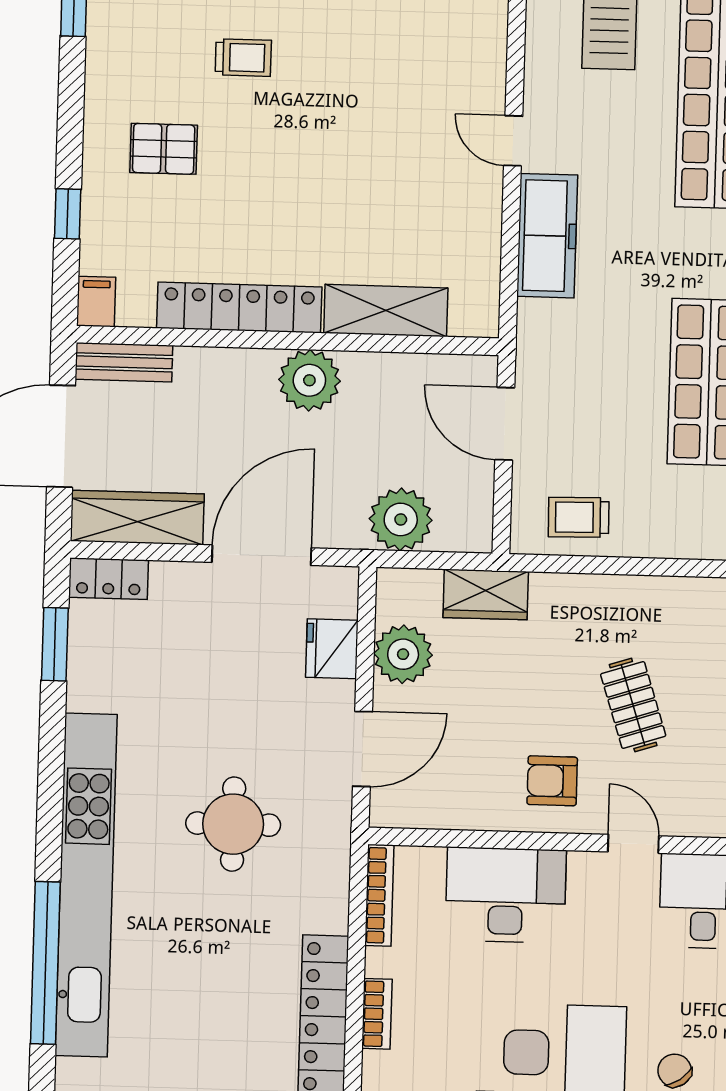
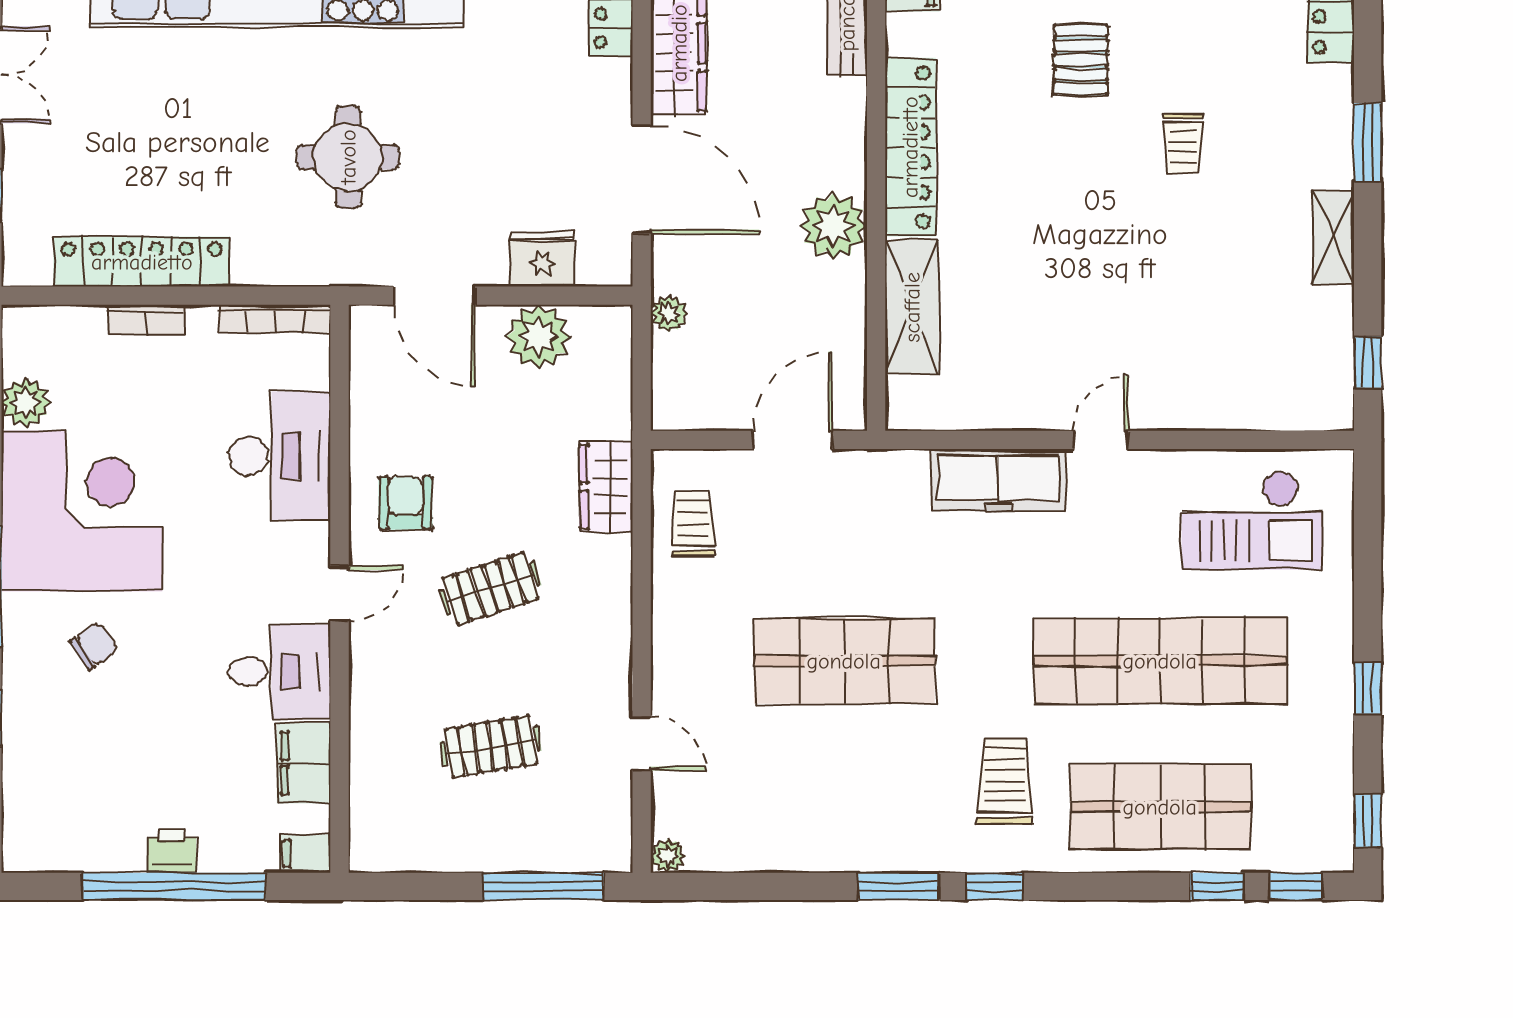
plant: (401, 519) -> (669, 314), width x0.53, depth x0.53
wardrobe: (486, 594) -> (606, 487), moved

